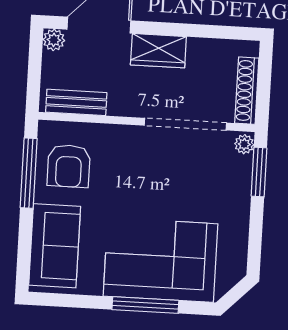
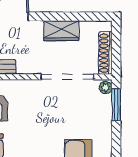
wardrobe: (158, 51) -> (61, 31), moved

